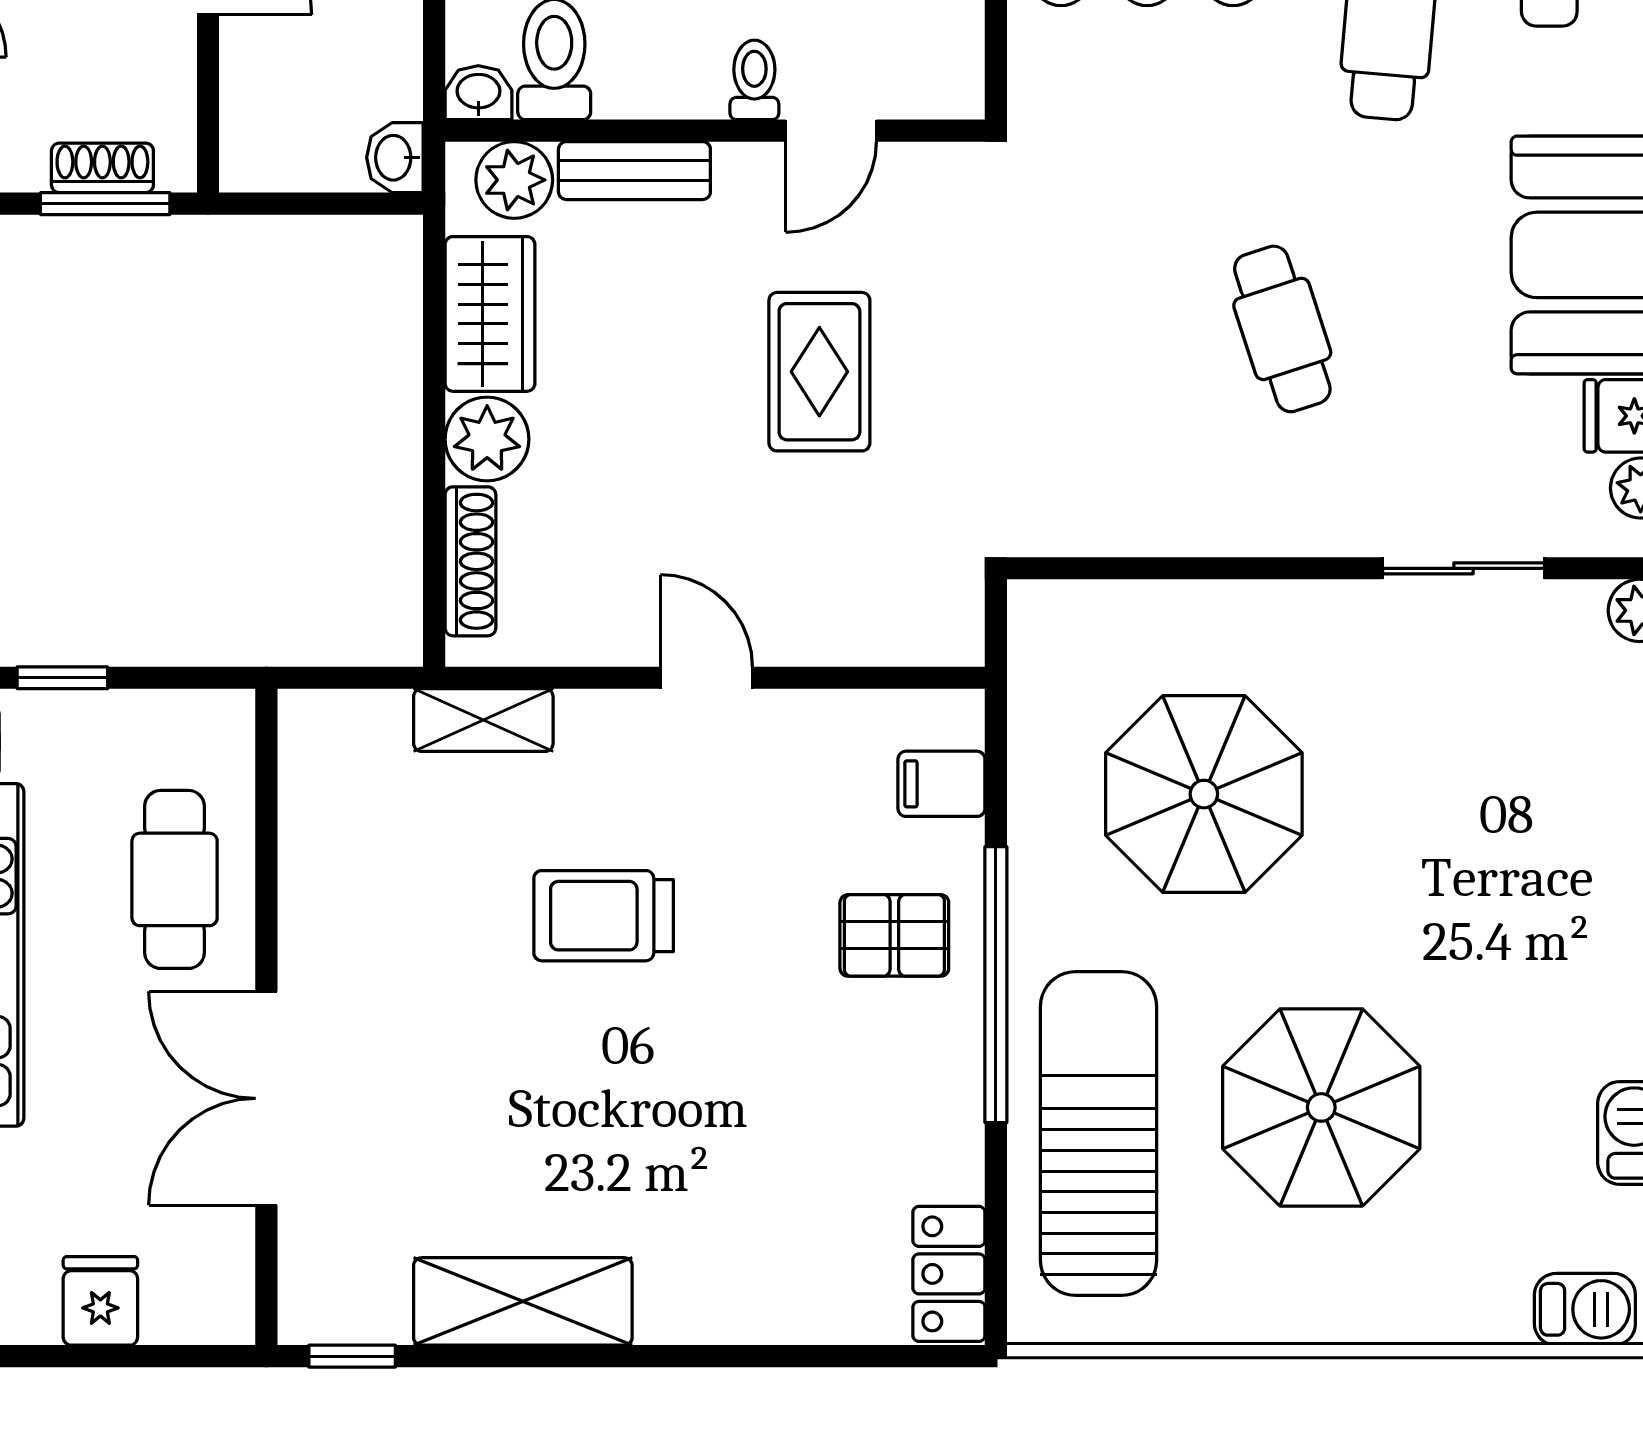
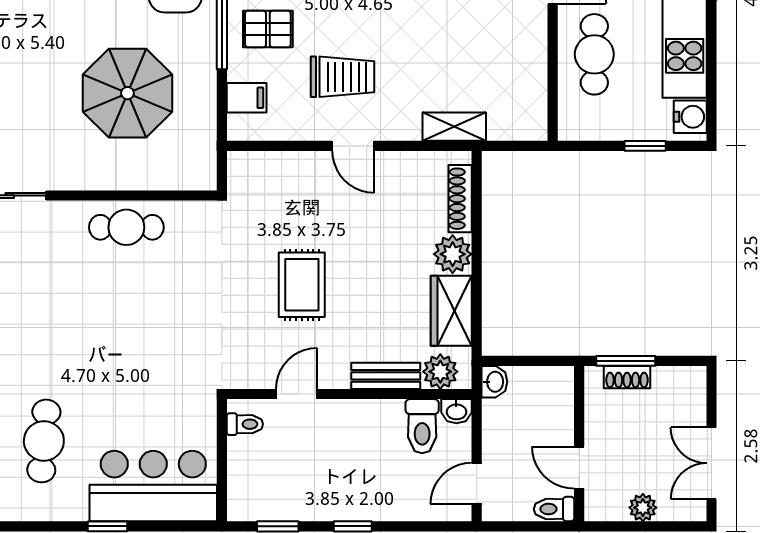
toilet: (754, 80) -> (245, 424), moved, turned -90
cafe table: (1282, 329) -> (126, 227), moved, turned -72
trolley: (604, 916) -> (343, 77), moved

